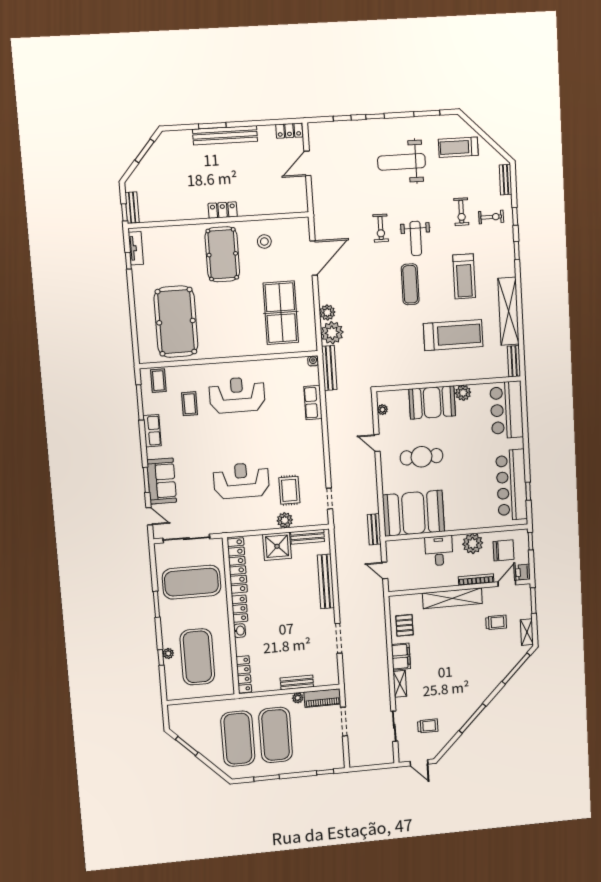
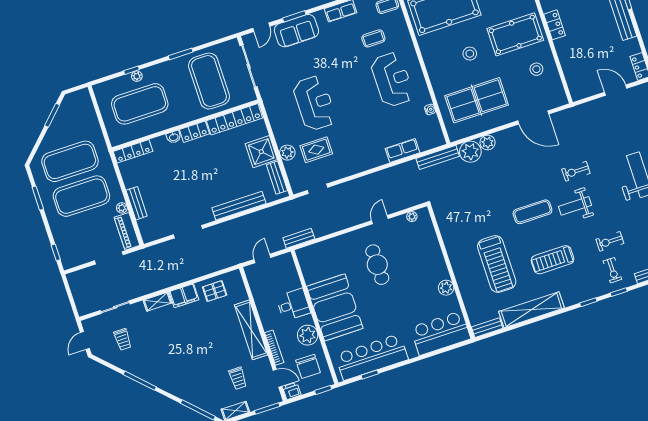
stool: (230, 307) -> (470, 54), added
water cooler: (313, 361) -> (430, 109), moved
booth: (432, 402) -> (430, 261), removed
booth: (413, 513) -> (335, 307), moved

